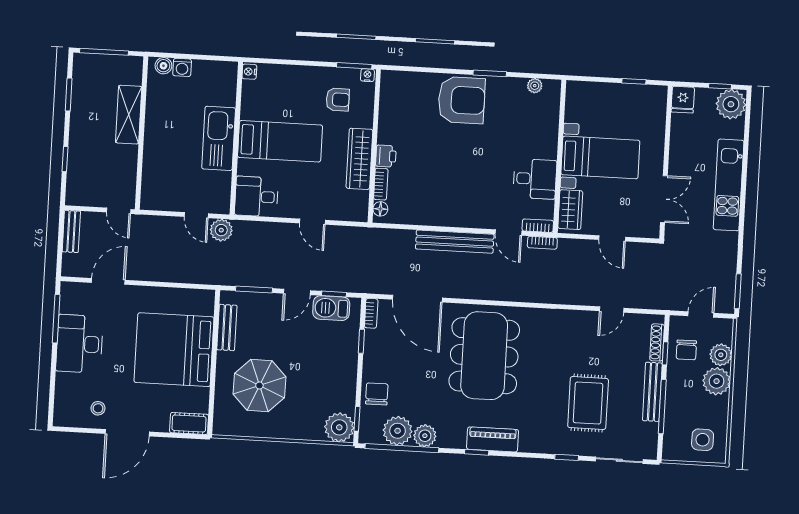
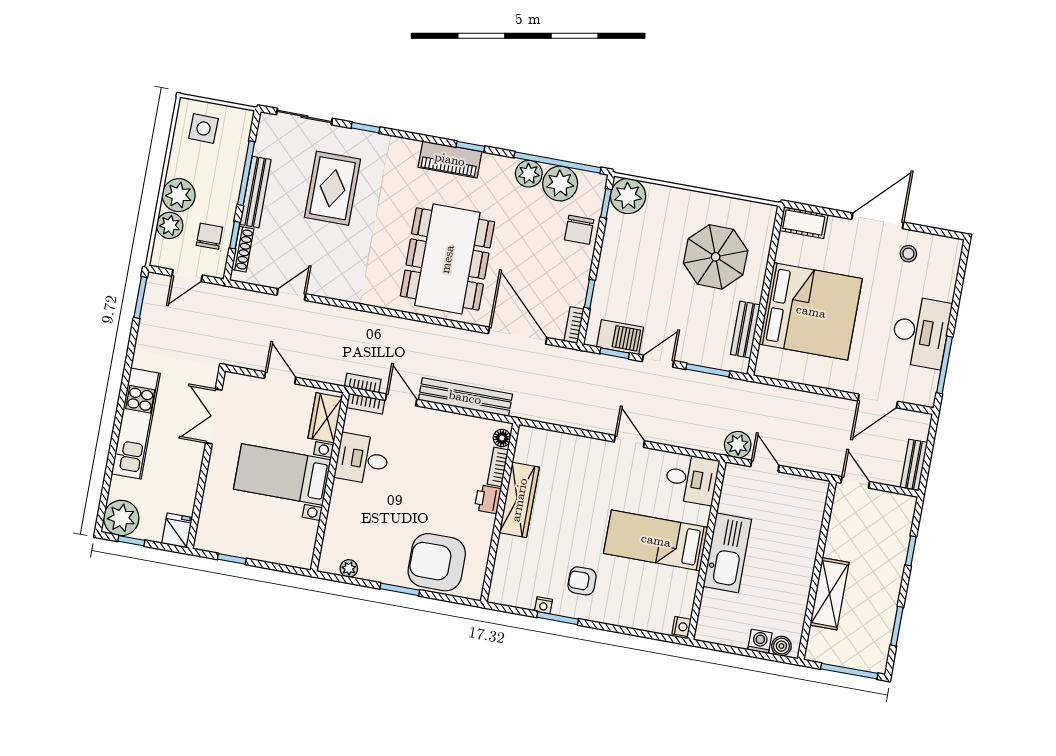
wall: (374, 146) -> (500, 513), moved
printer: (386, 156) -> (488, 499), moved
wardrobe: (359, 159) -> (519, 500), moved
bookcase: (381, 184) -> (498, 467), moved
floor lamp: (380, 209) -> (502, 438), moved

